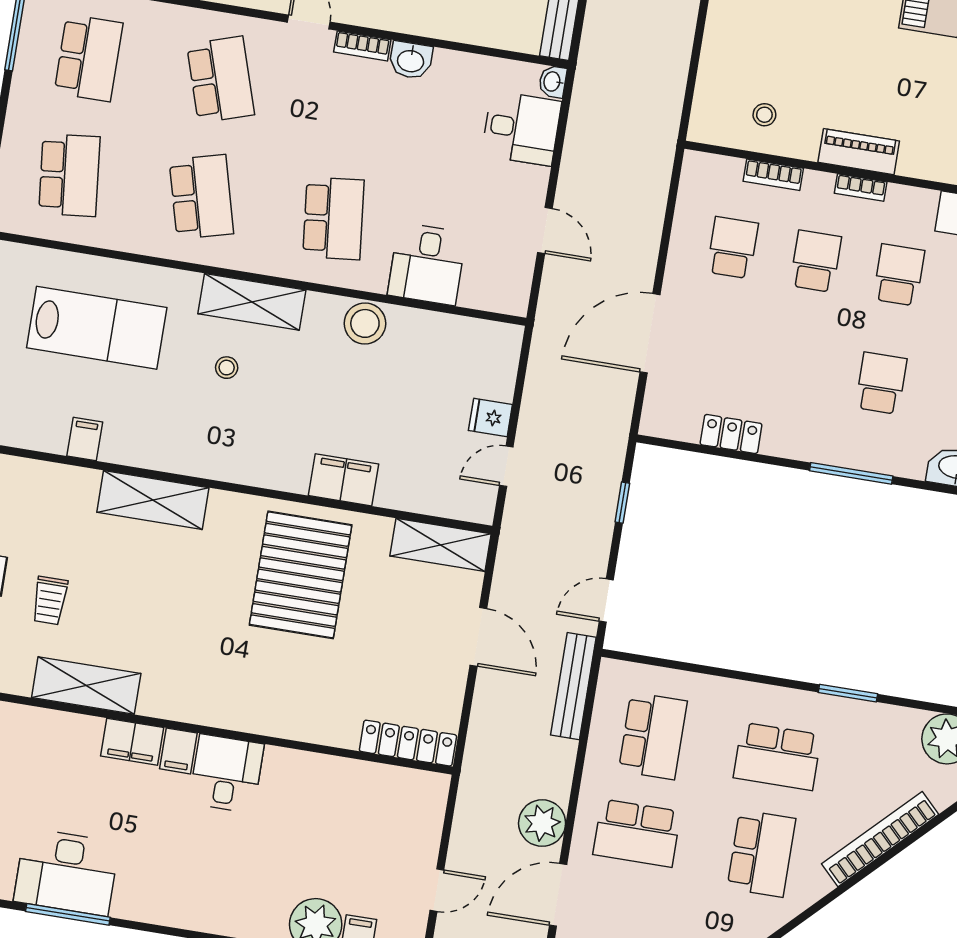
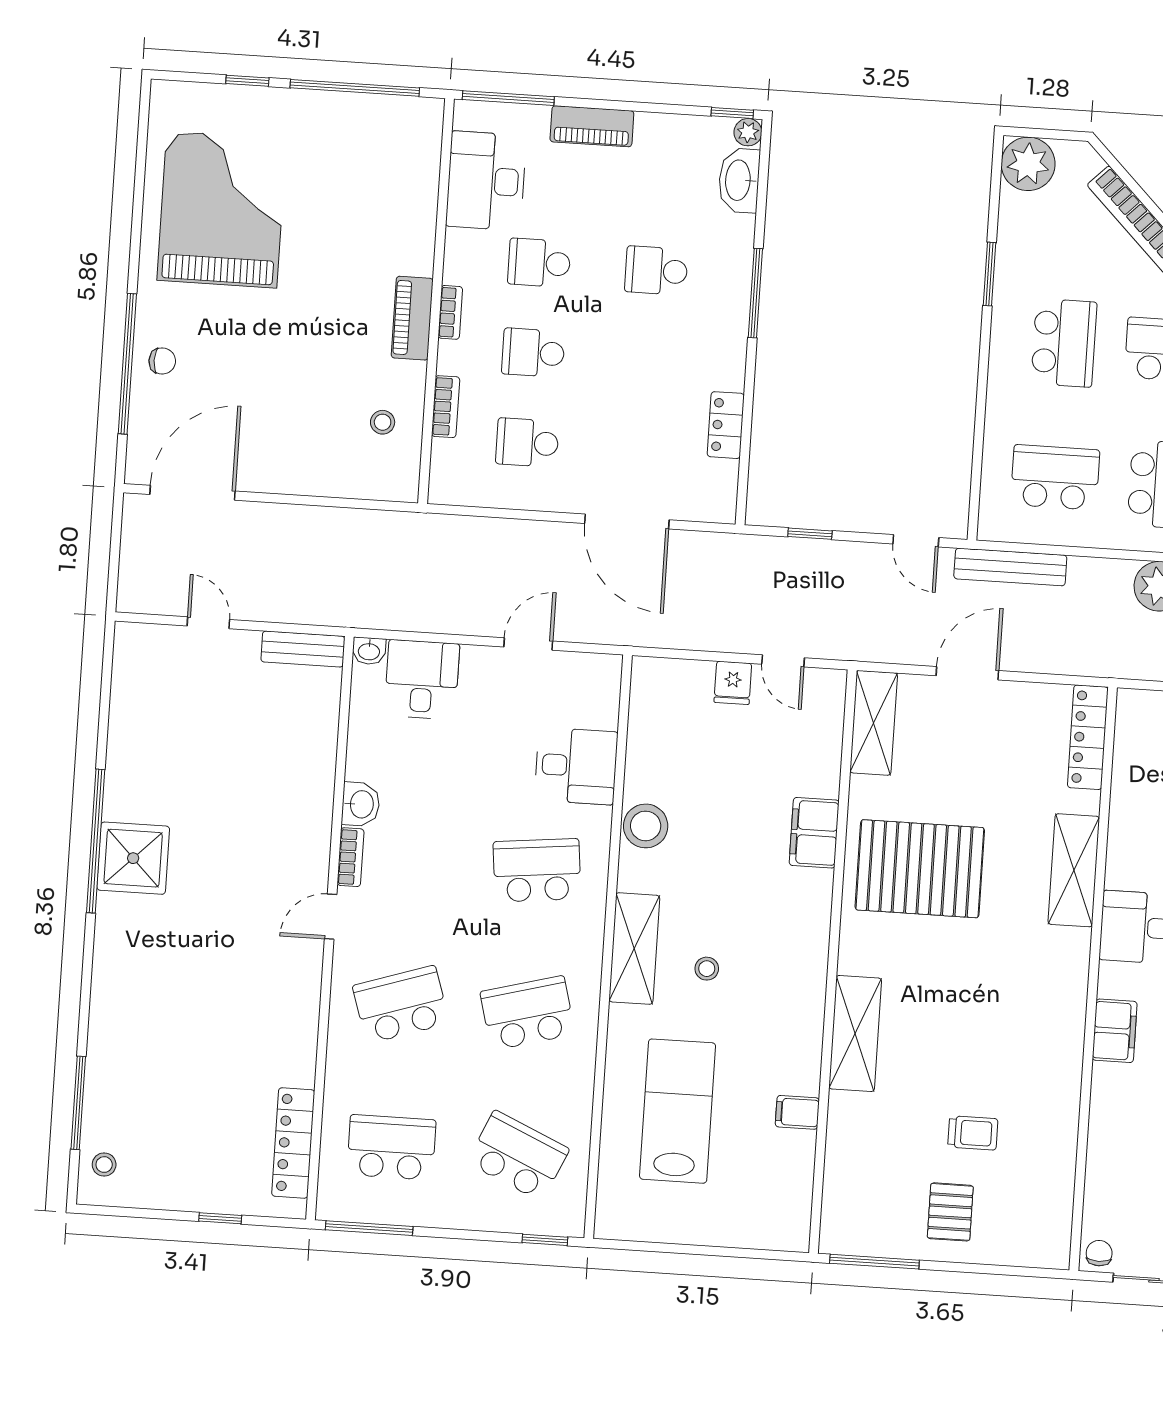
school desk: (69, 175) -> (518, 1156), turned 30
shelving: (86, 686) -> (1074, 870), moved
filing cabinet: (178, 751) -> (1120, 981), removed

